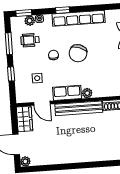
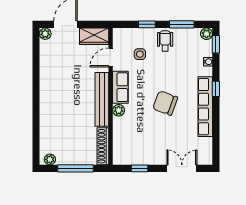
plant: (30, 21) -> (207, 34), moved
wheelchair: (30, 40) -> (165, 41), moved
chair: (53, 55) -> (165, 75), removed

